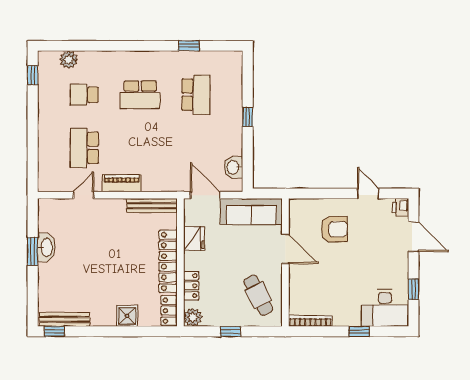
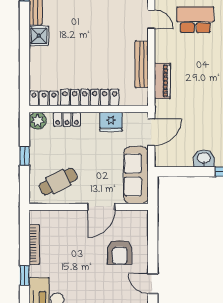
washbasin: (233, 167) -> (204, 158), moved
piano: (122, 183) -> (162, 81), moved
door: (368, 194) -> (153, 284), swing flipped
bench: (152, 205) -> (142, 64), moved
shower: (127, 316) -> (39, 36), moved
bookcase: (310, 321) -> (34, 245), moved

